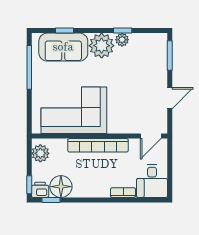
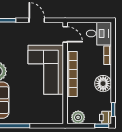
corner sofa: (74, 110) -> (46, 70), moved
floor lamp: (61, 187) -> (103, 84), moved

